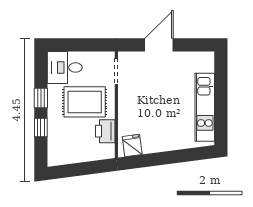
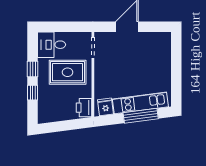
kitchen unit: (205, 107) -> (140, 103), moved, turned 83
printer: (105, 131) -> (84, 108), moved
window: (176, 157) -> (141, 116), added

